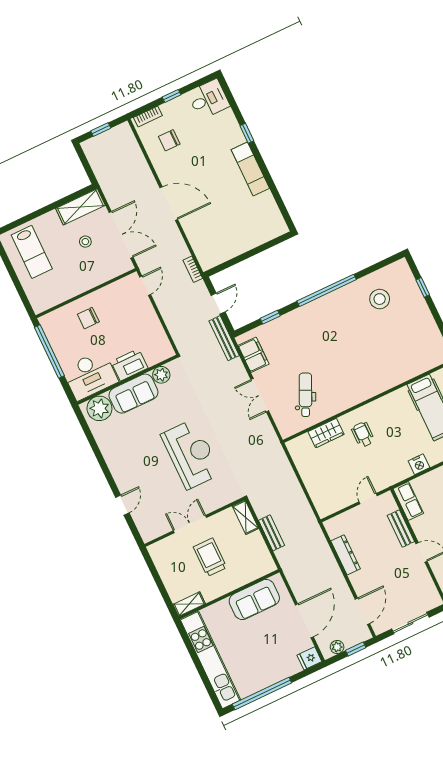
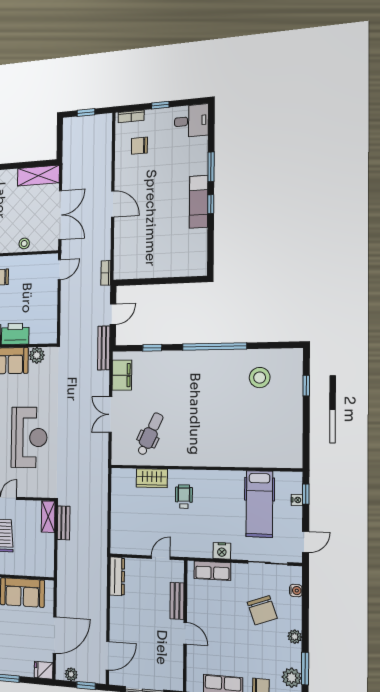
window: (247, 133) -> (211, 167), width x1.50
window: (263, 167) -> (211, 204), added
door: (169, 204) -> (113, 204), width x0.73
stool: (85, 242) -> (24, 243), moved
row of seats: (408, 501) -> (212, 571), moved, turned 90
bench: (271, 533) -> (64, 523), moved
dresser: (346, 555) -> (117, 576), moved

